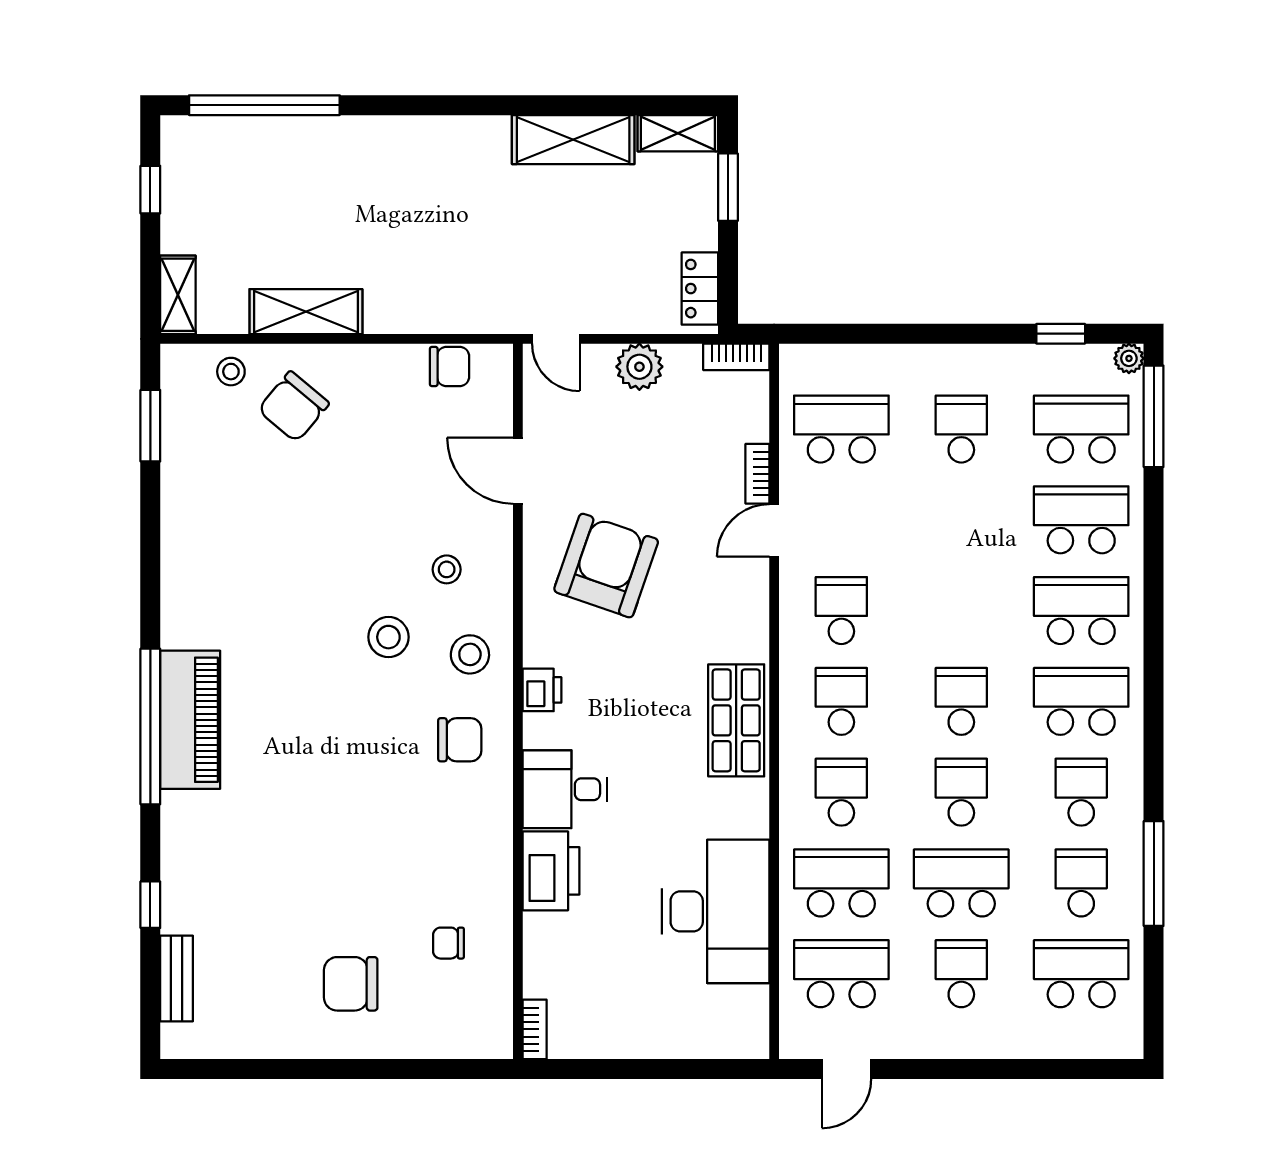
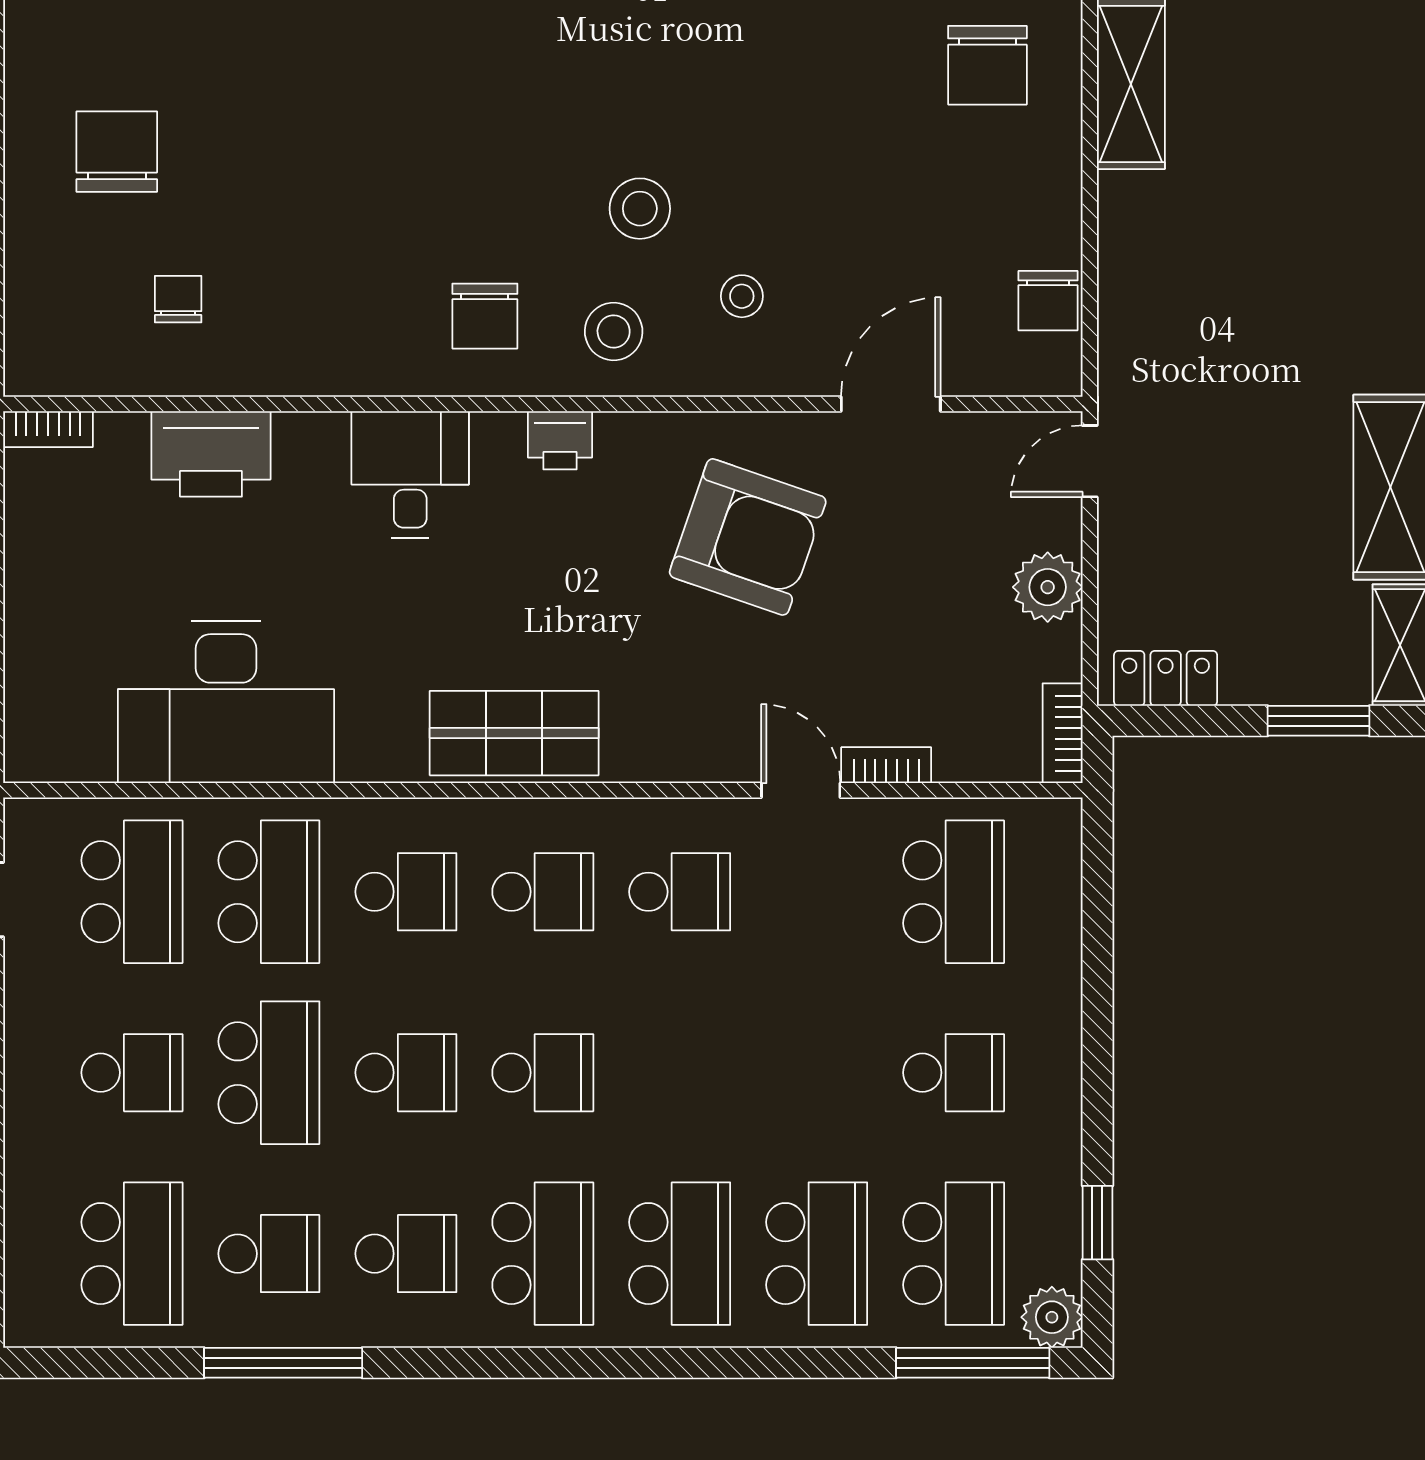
plant: (1129, 358) -> (1052, 1317), width x1.38, depth x1.38
chair: (293, 407) -> (987, 65), turned -130
printer: (551, 871) -> (211, 454), moved

